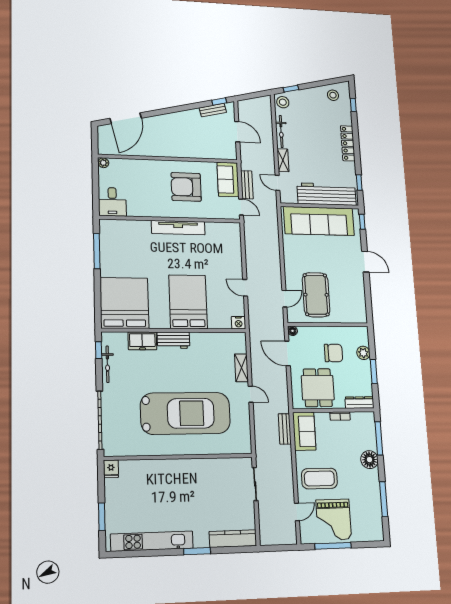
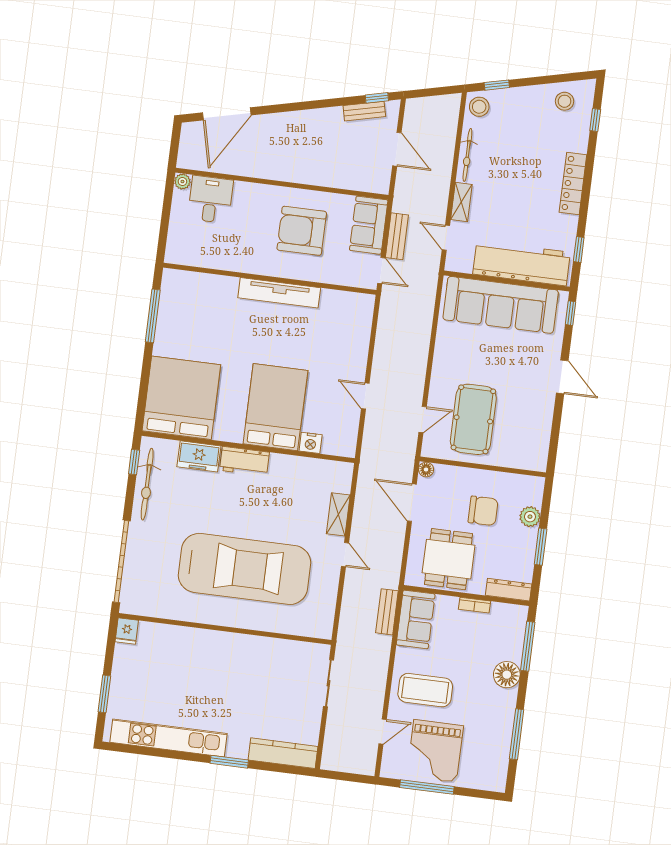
desk: (112, 202) -> (210, 199), moved, turned 180
nightstand: (239, 323) -> (311, 443), moved
bicycle: (108, 364) -> (147, 484), width x1.37, depth x1.40

